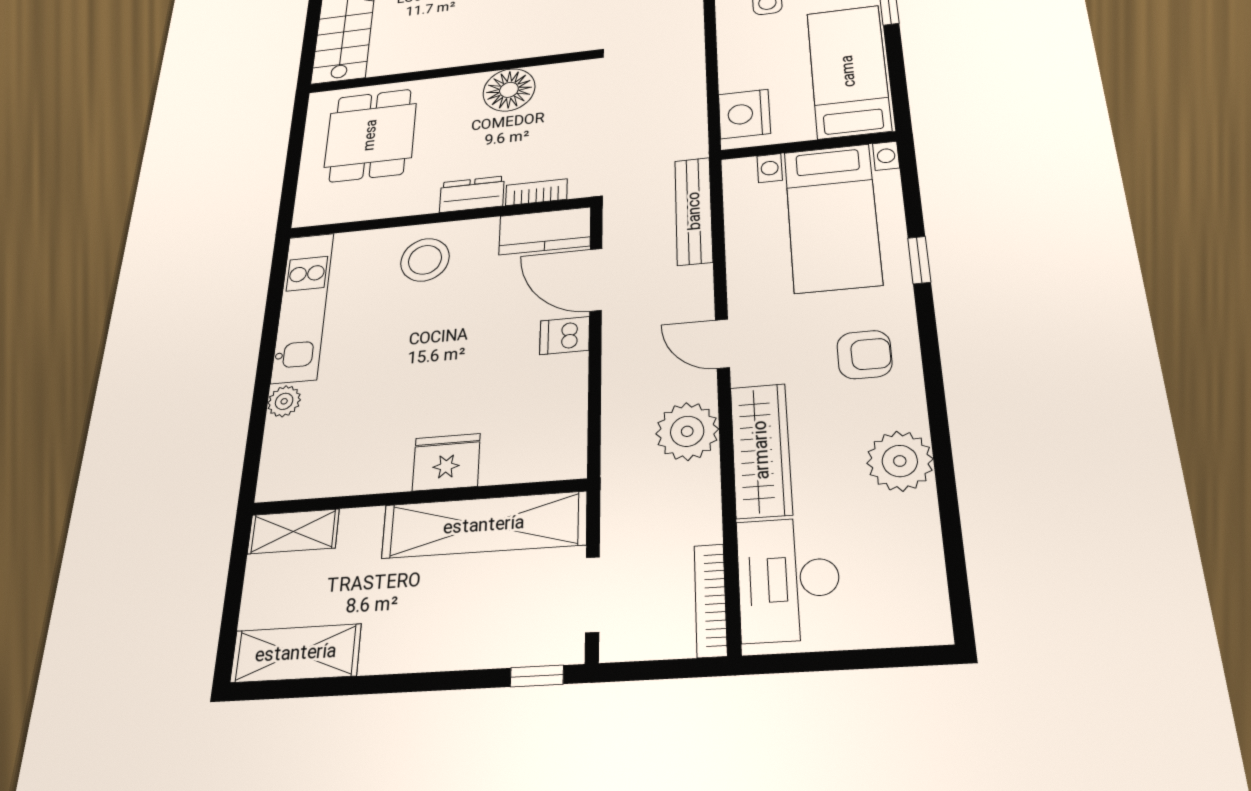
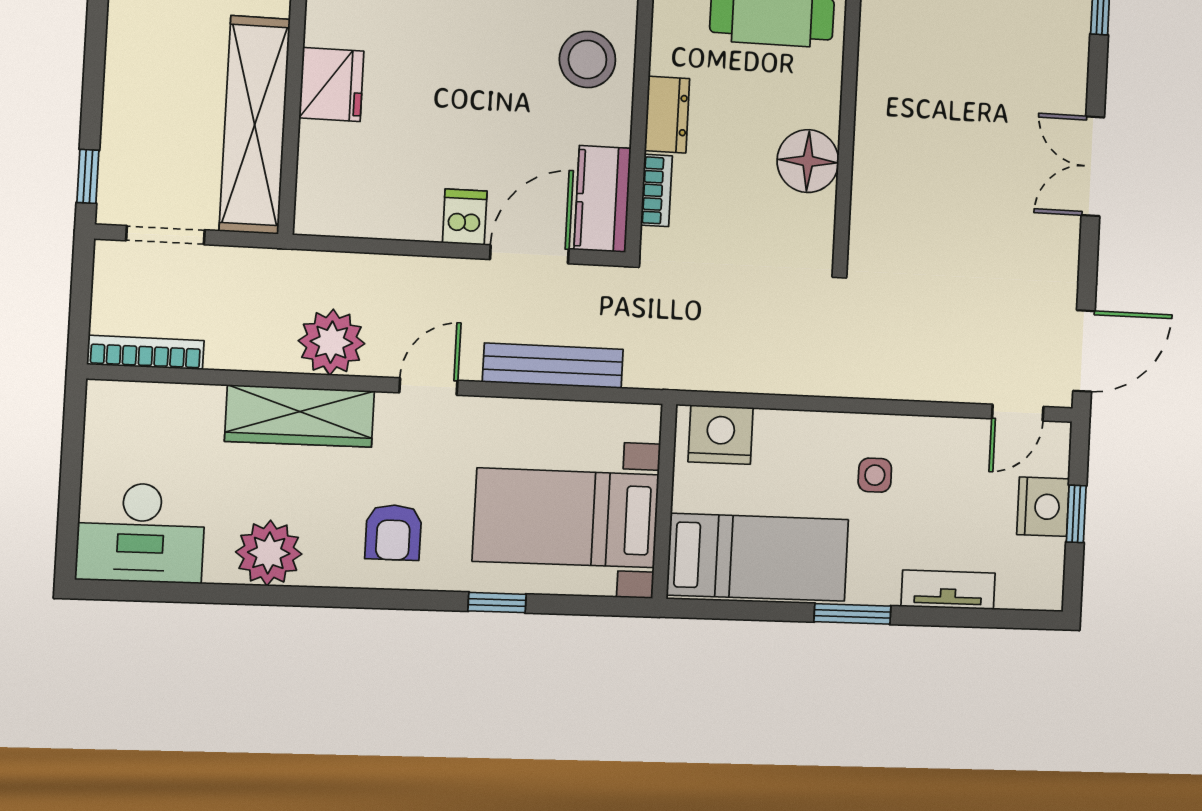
bench: (694, 211) -> (553, 366), moved
desk: (788, 579) -> (141, 533), moved, turned 180

